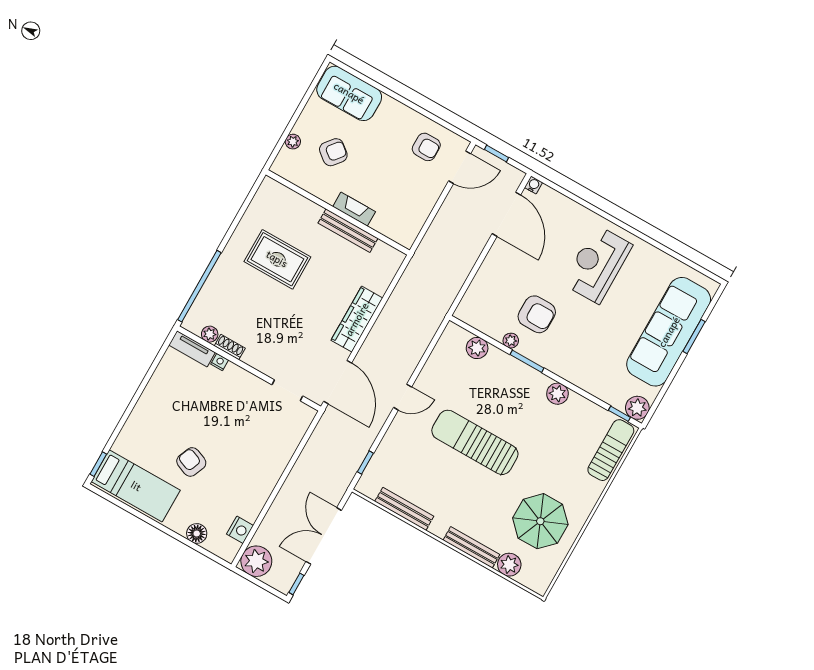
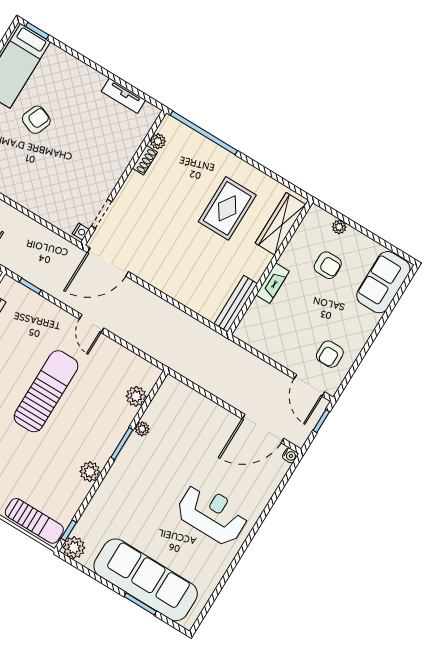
armchair: (333, 152) -> (328, 265), turned -39
bench: (348, 231) -> (236, 304), moved
armchair: (537, 314) -> (166, 454), removed
wardrobe: (357, 319) -> (281, 224), moved, turned -90
tv unit: (192, 349) -> (123, 96), moved, turned -90
nightstand: (220, 362) -> (81, 232), moved

